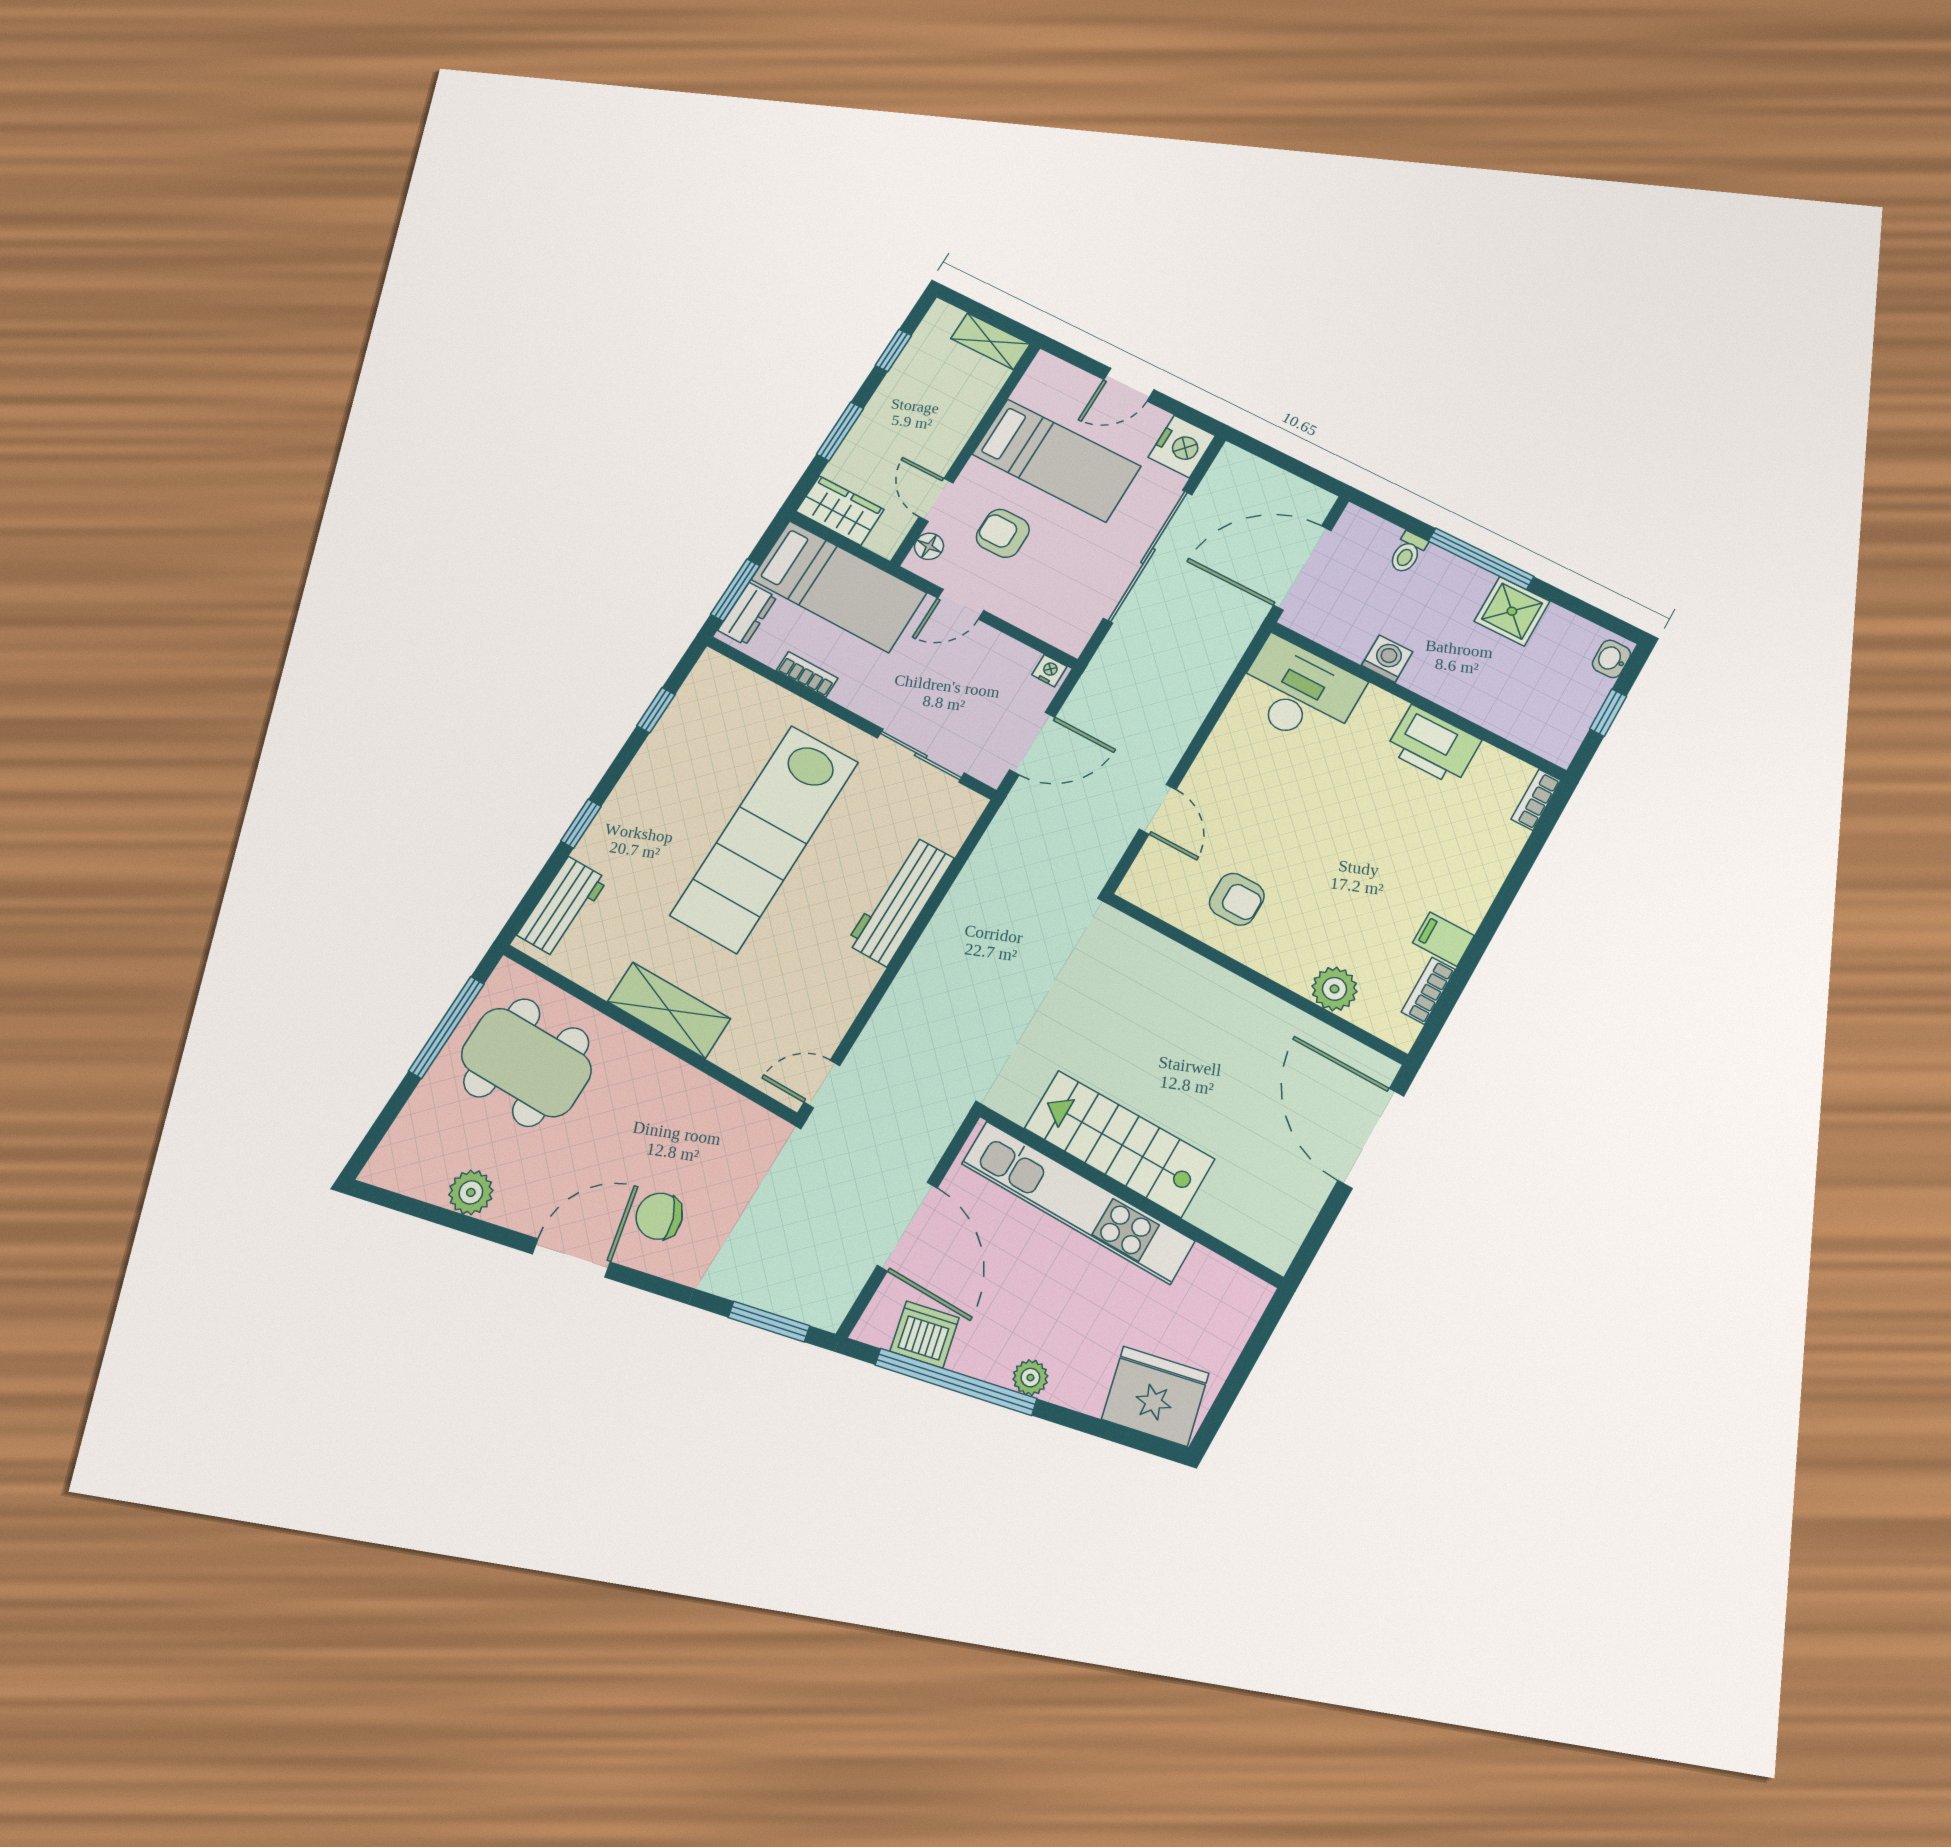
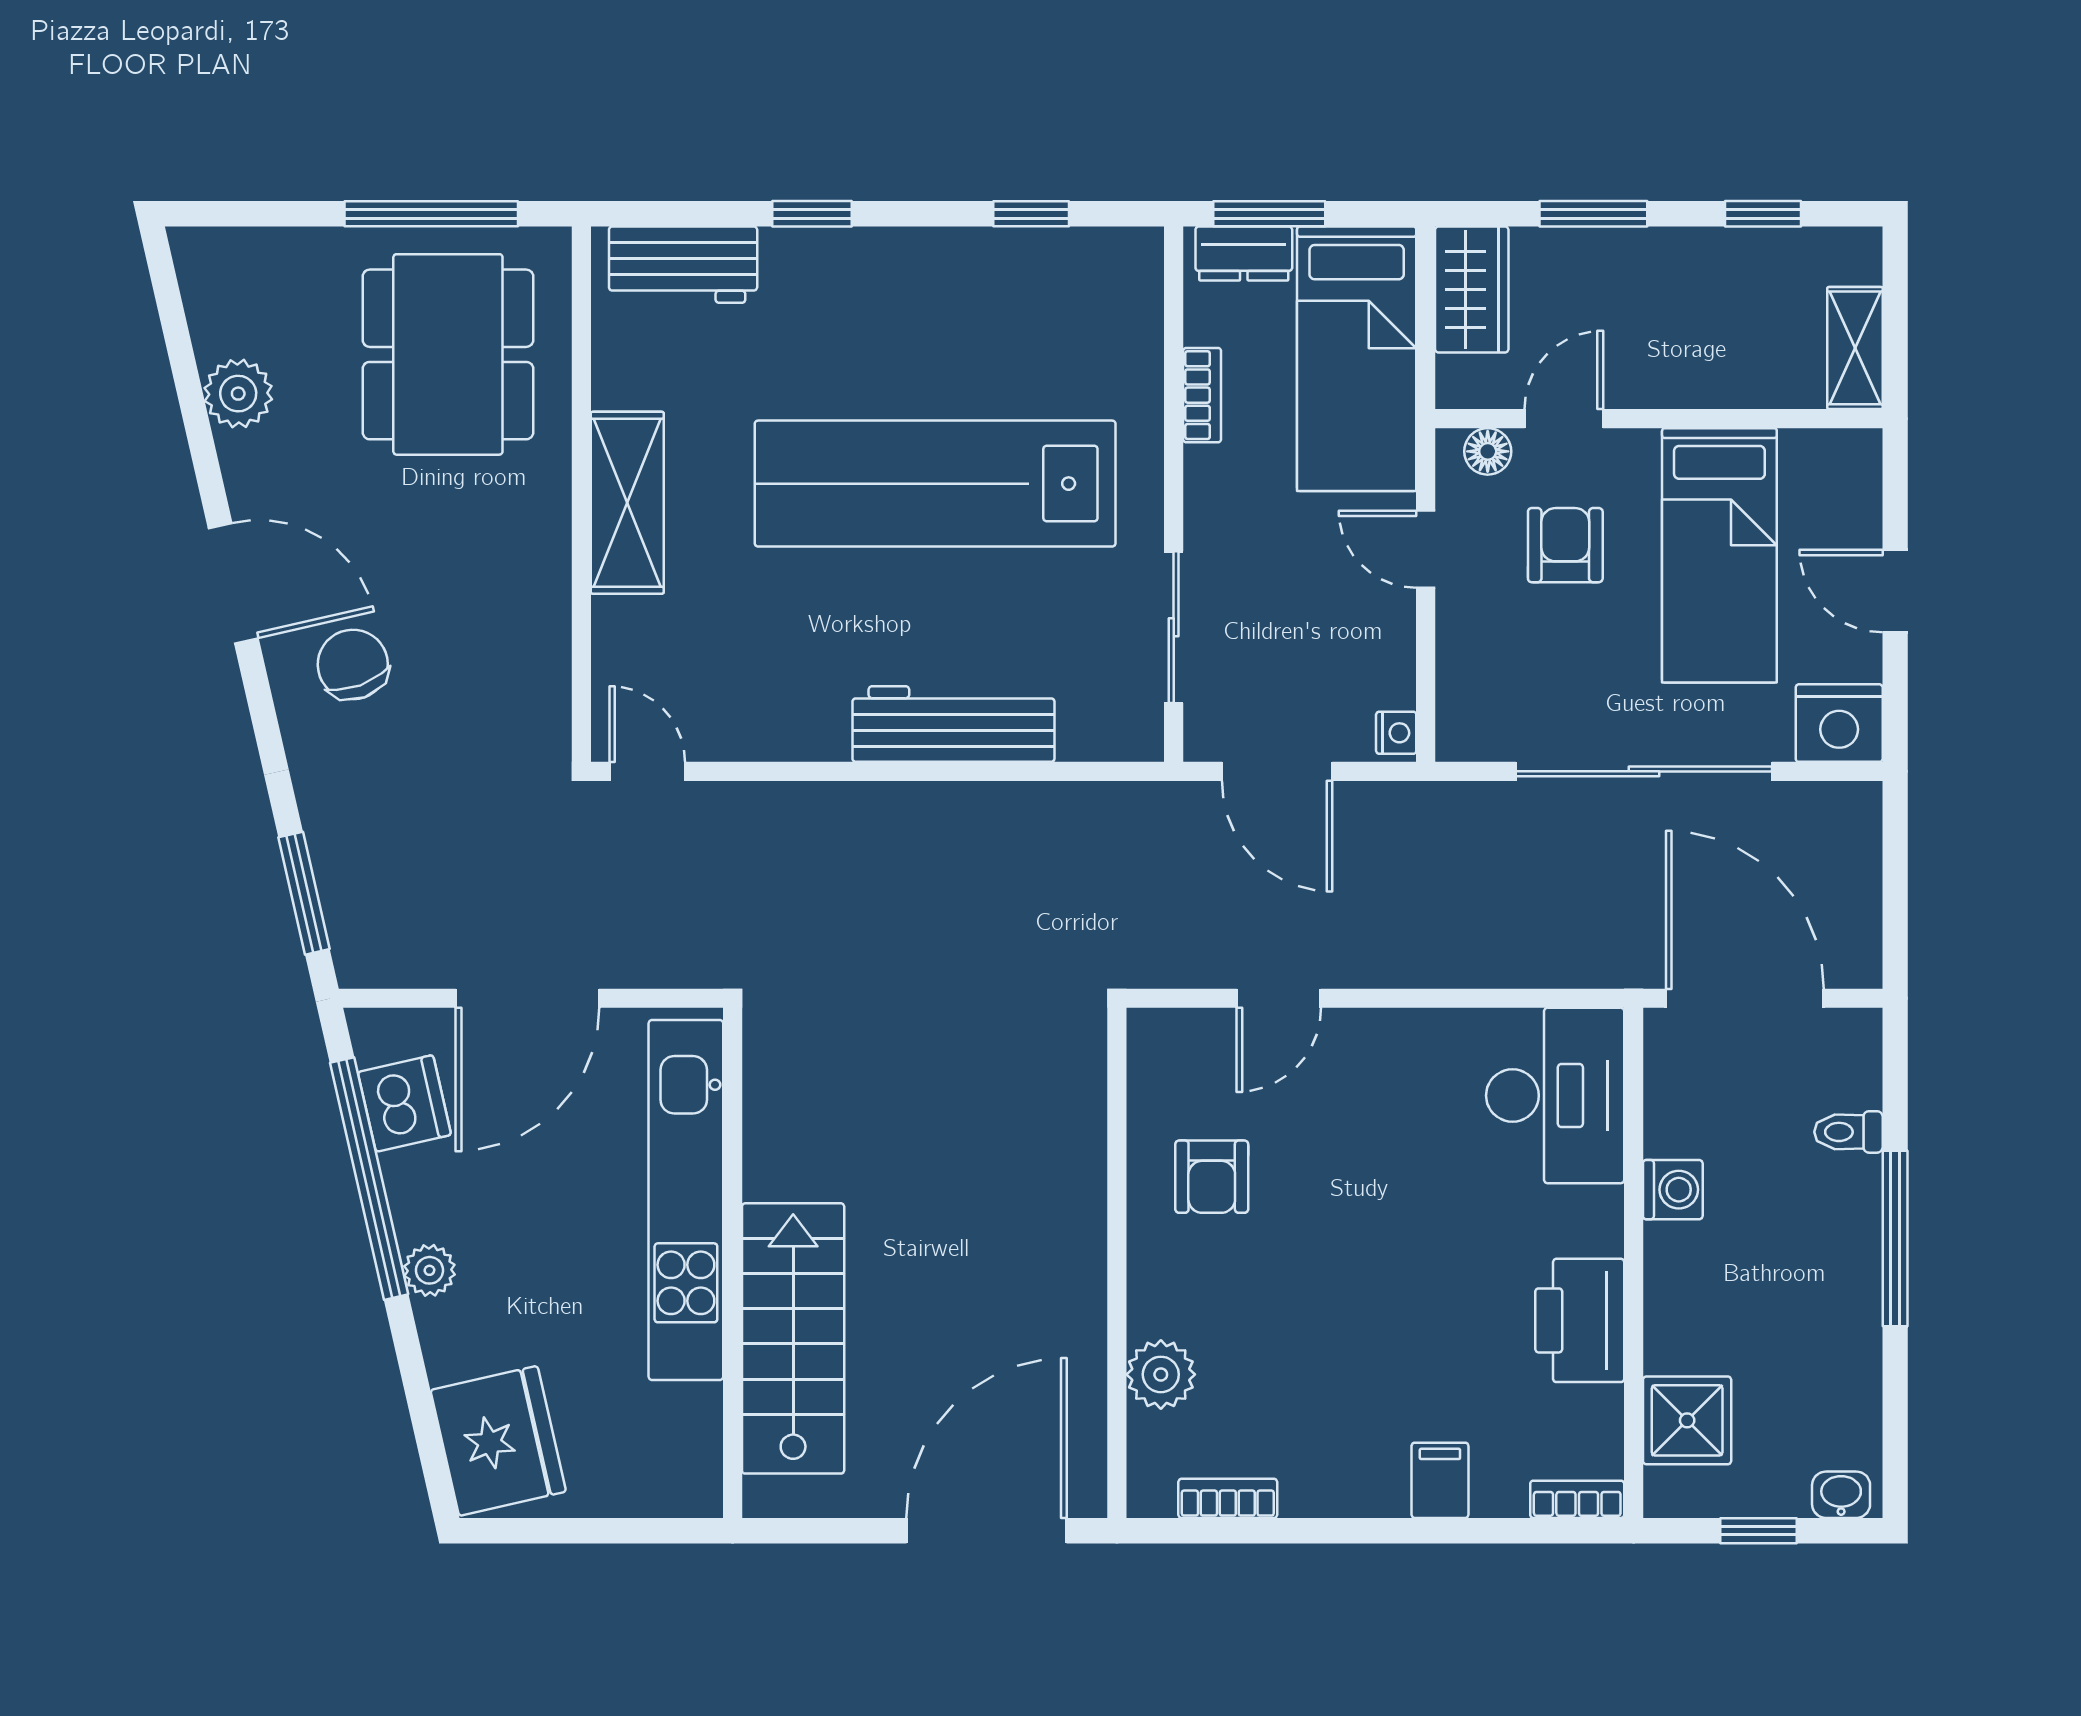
shower: (1512, 611) -> (1687, 1420), moved
filing cabinet: (1443, 939) -> (1440, 1480), moved
stairs: (1119, 1144) -> (793, 1338), moved

